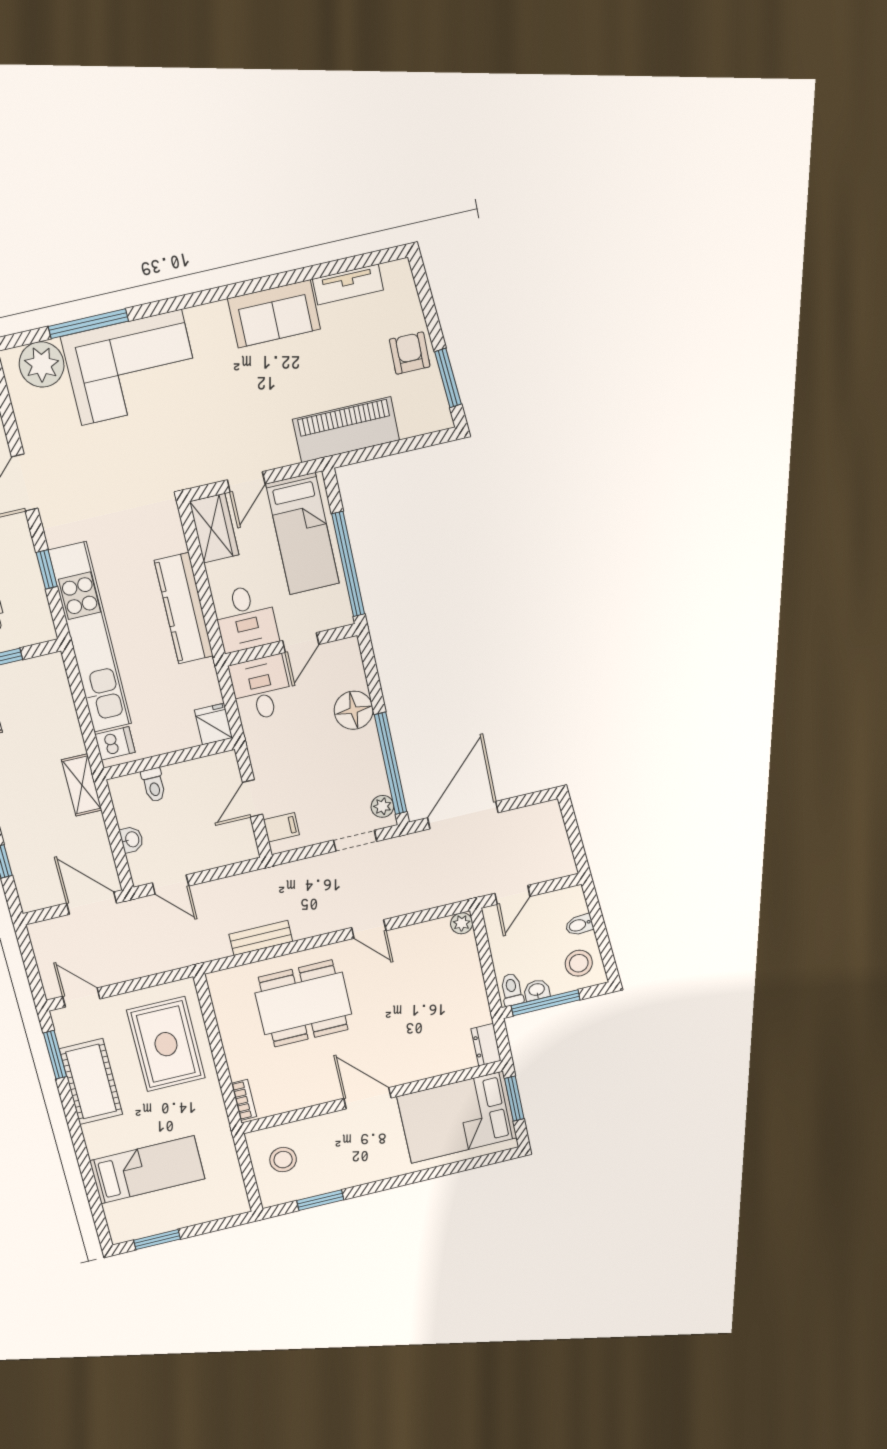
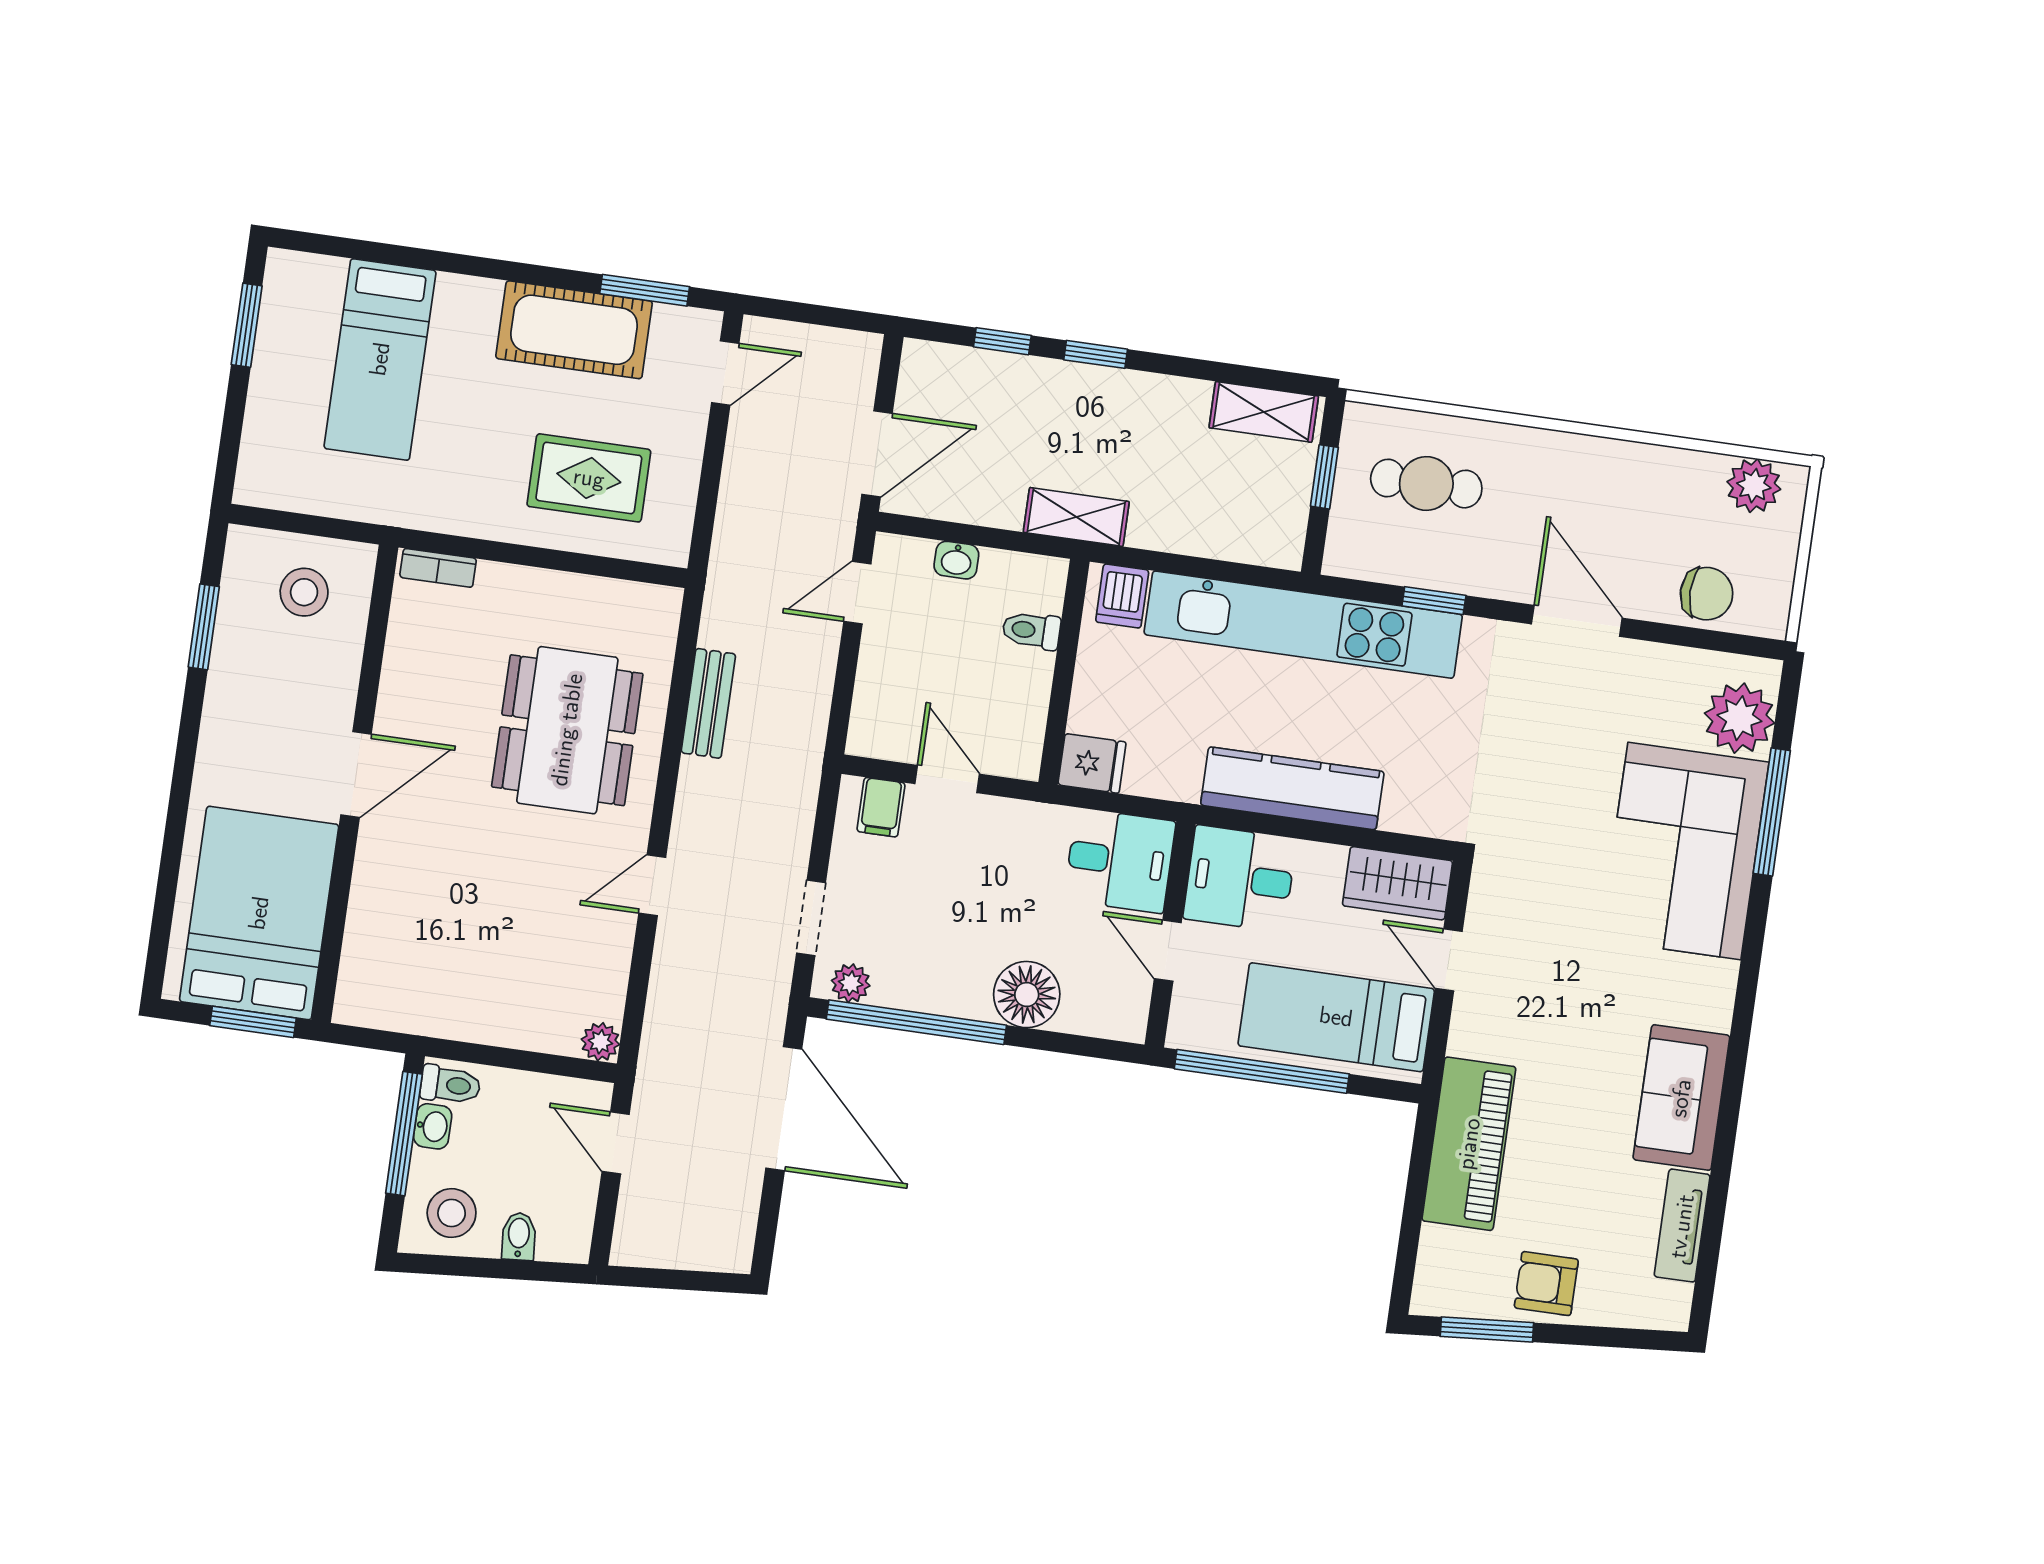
armchair: (410, 353) -> (1546, 1284), turned 180
rug: (166, 1044) -> (589, 478), width x0.73, depth x0.70
dresser: (486, 1045) -> (370, 1008), removed

